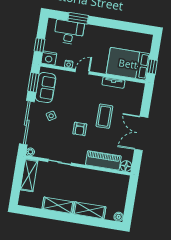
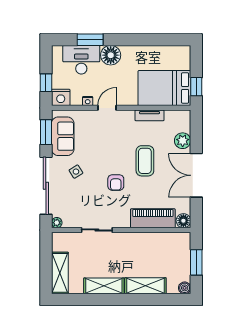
floor lamp: (92, 32) -> (111, 55), added
plant: (135, 106) -> (183, 141), added
shelving: (29, 175) -> (60, 273), moved
window: (130, 199) -> (196, 262), added

